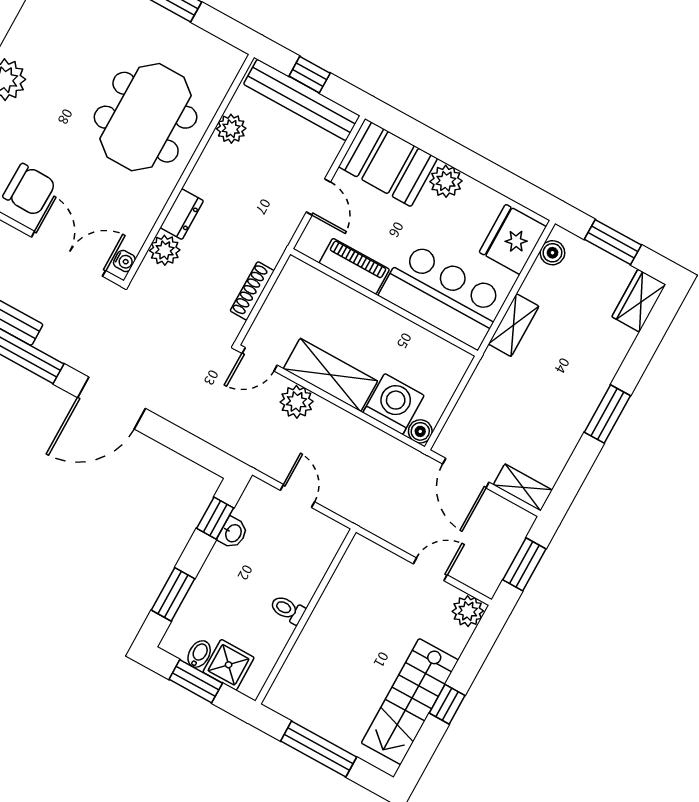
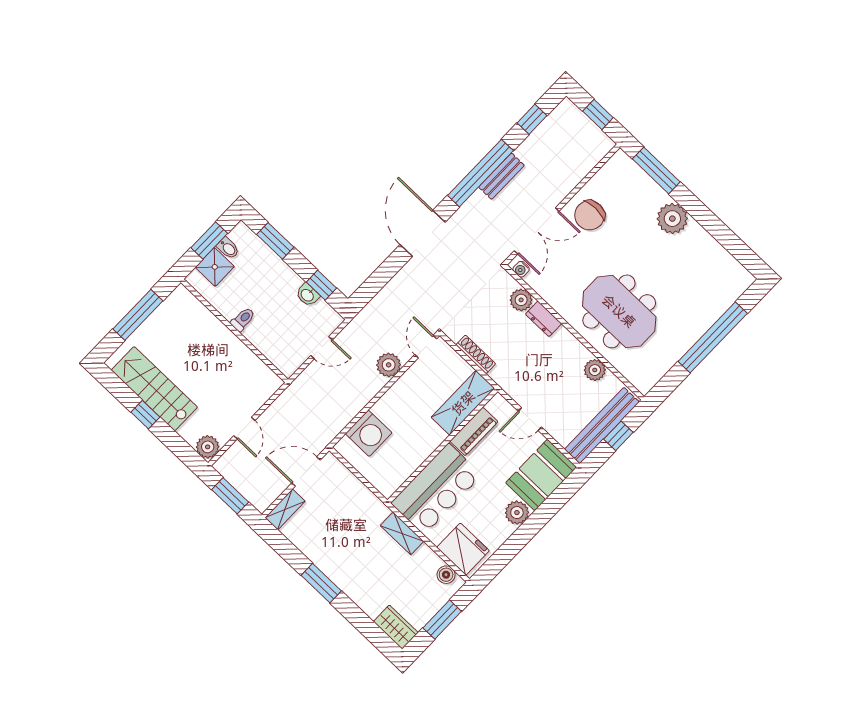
shelving: (330, 375) -> (463, 403), moved
boiler: (420, 431) -> (344, 447), removed

